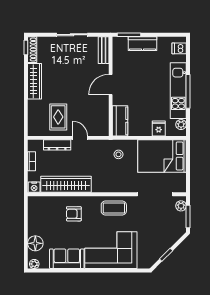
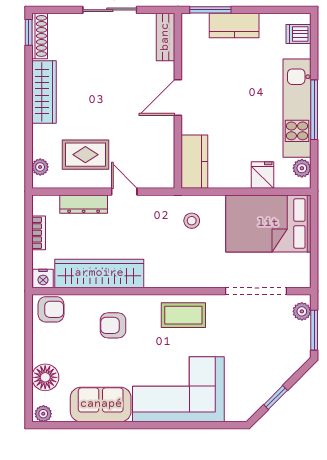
rug: (58, 117) -> (85, 155), turned 90
plant: (32, 124) -> (40, 167), added
armchair: (39, 205) -> (51, 309), added

